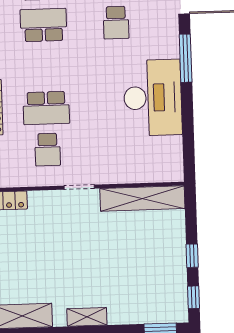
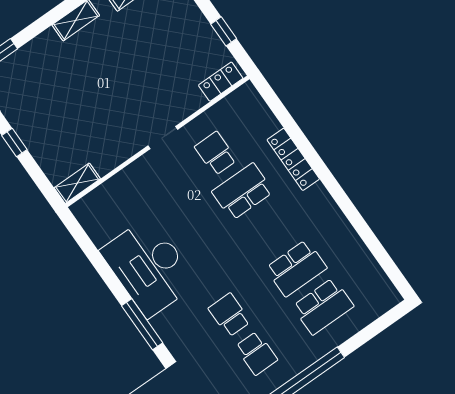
shelving: (142, 198) -> (77, 183), width x0.45, depth x0.75

